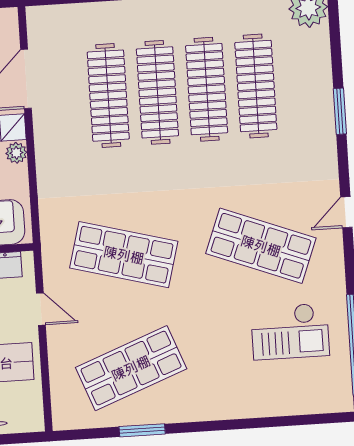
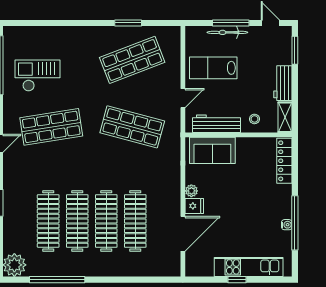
shop shelf: (261, 246) -> (51, 127), turned -30
door: (41, 309) -> (183, 98), swing flipped

